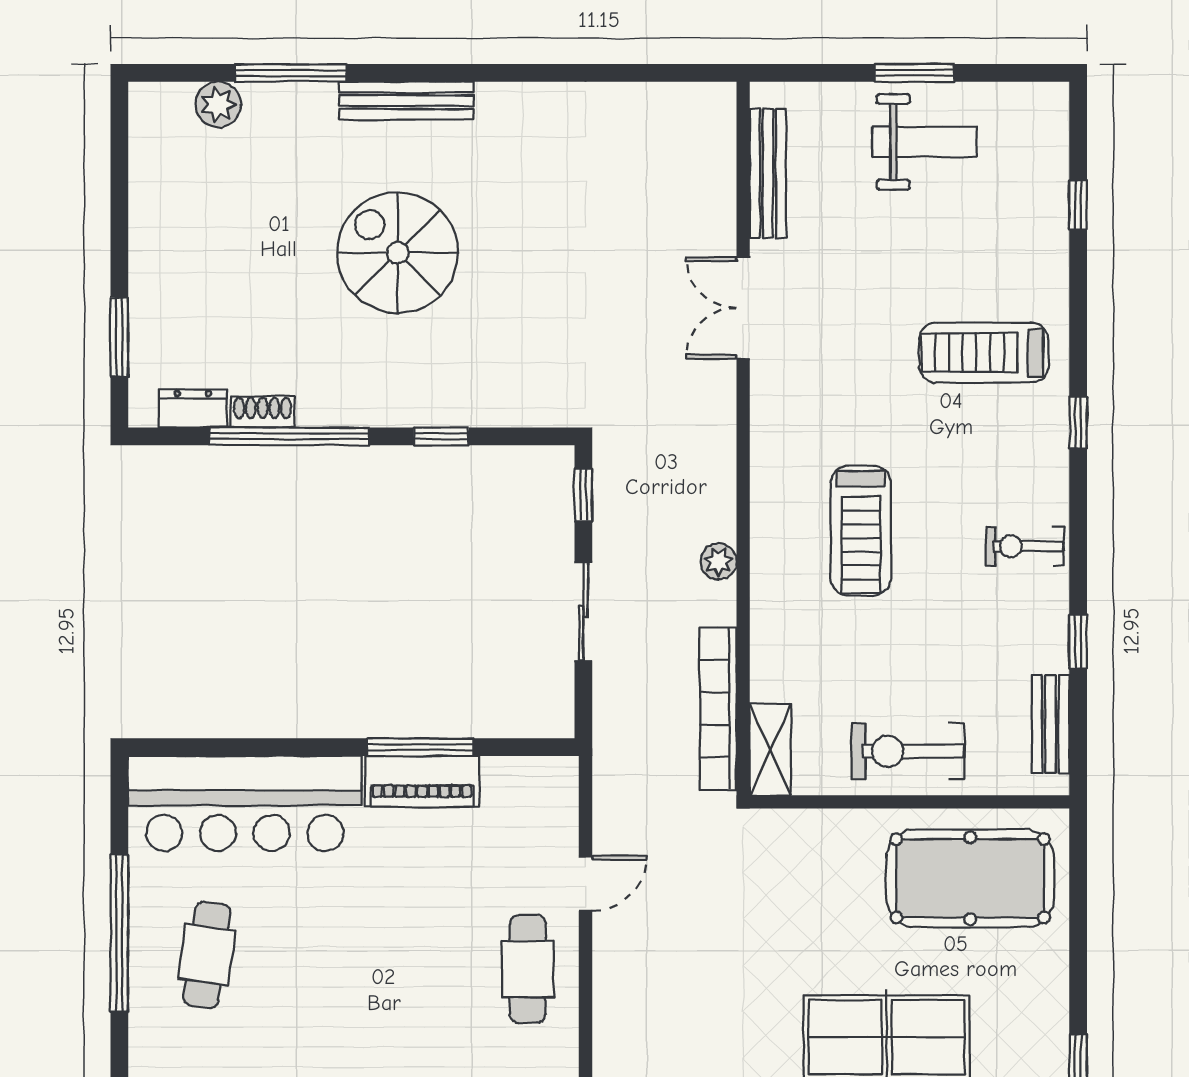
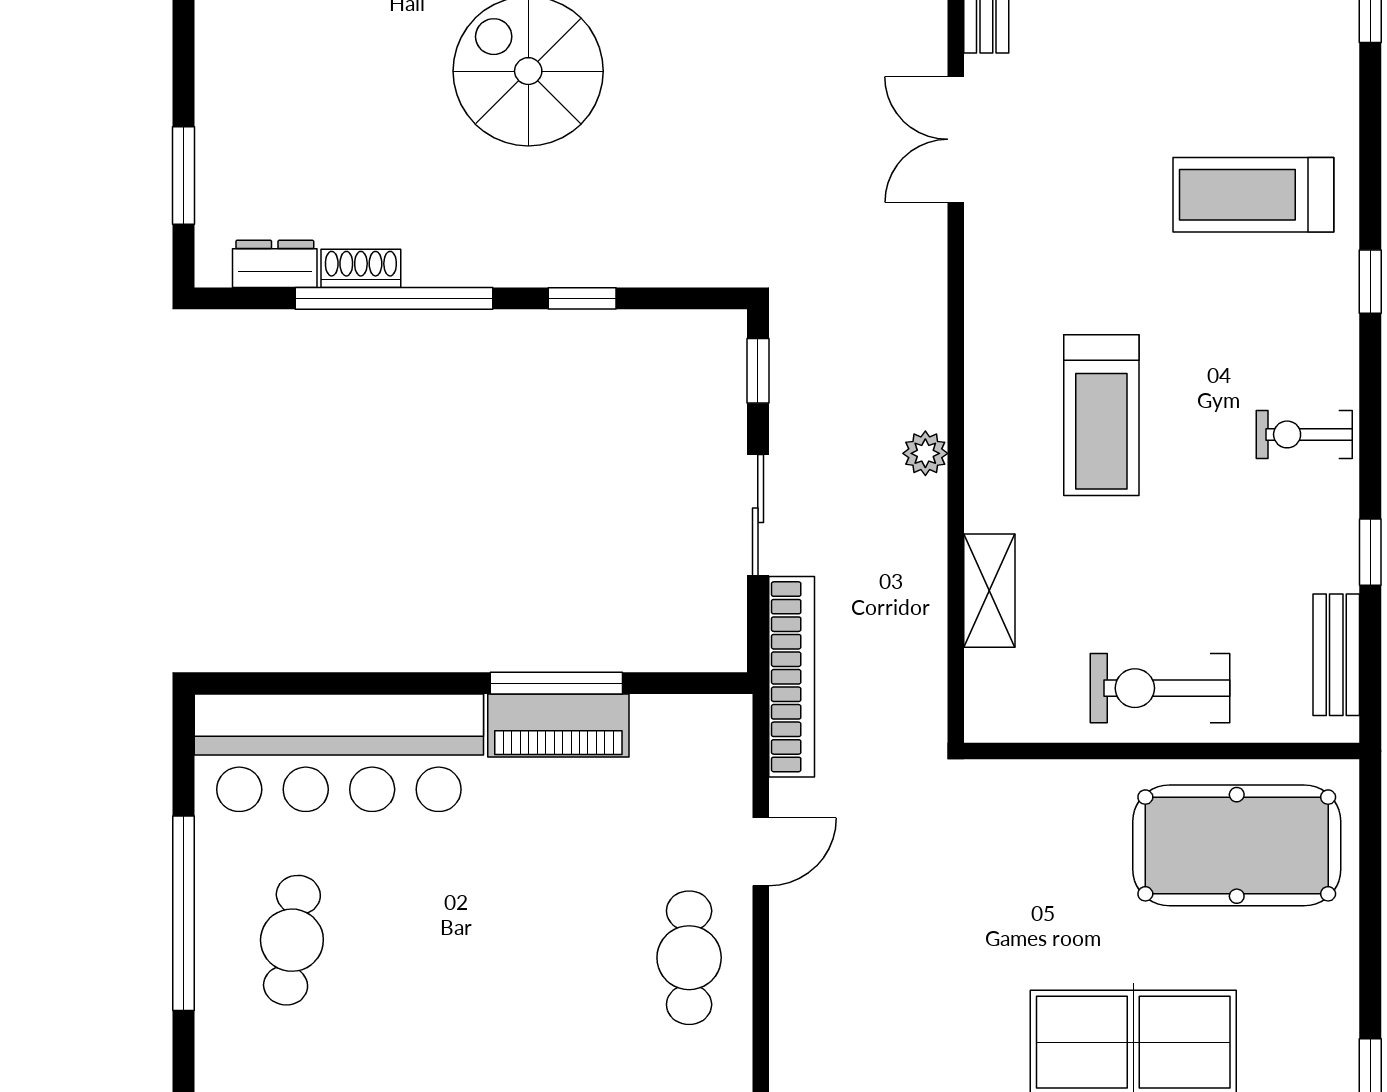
bookcase: (718, 709) -> (792, 677), moved, turned 180
shelving: (770, 750) -> (989, 591), moved

